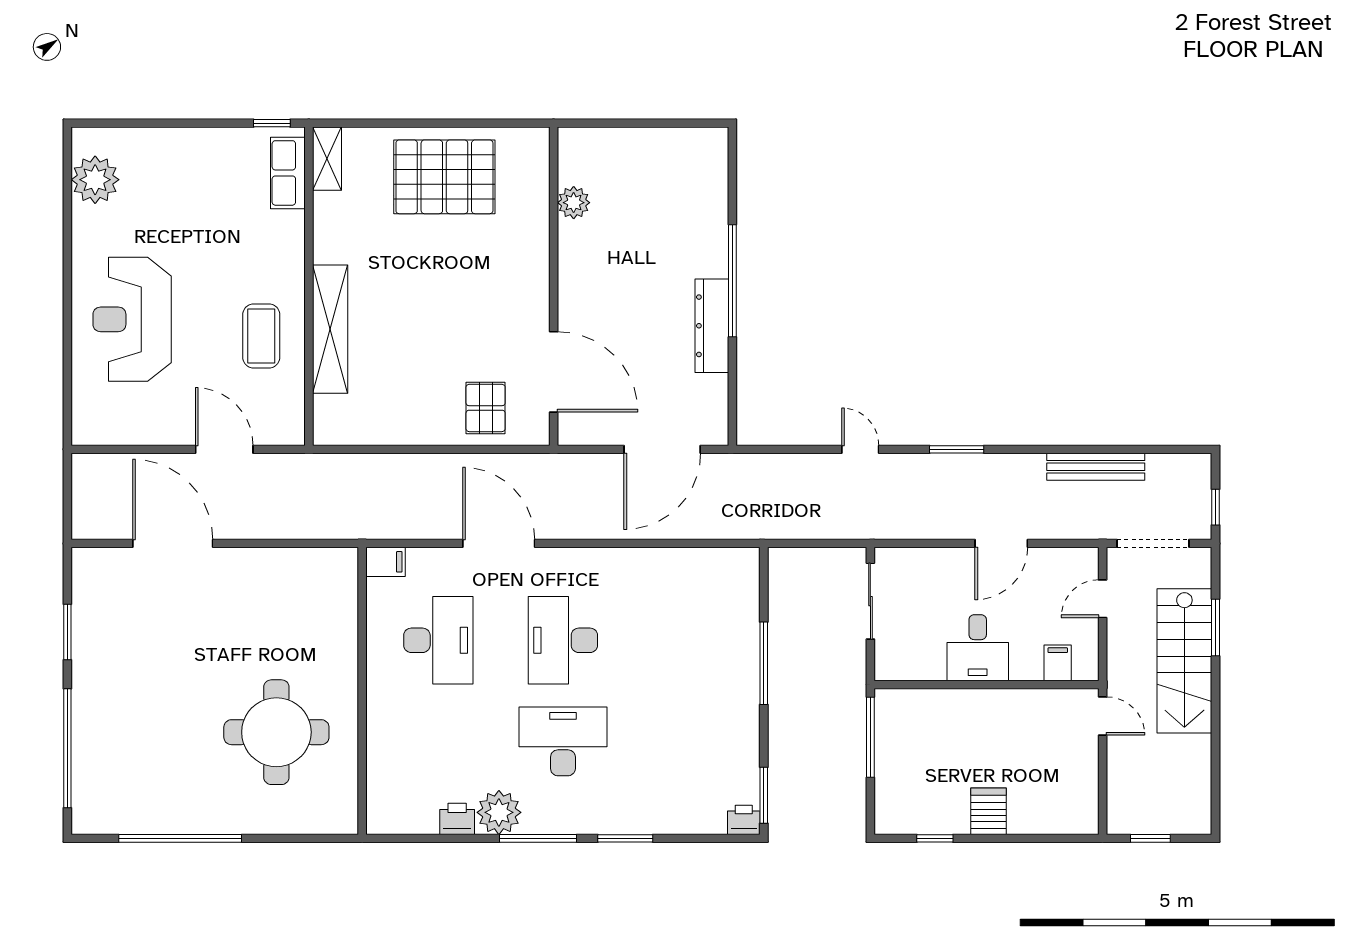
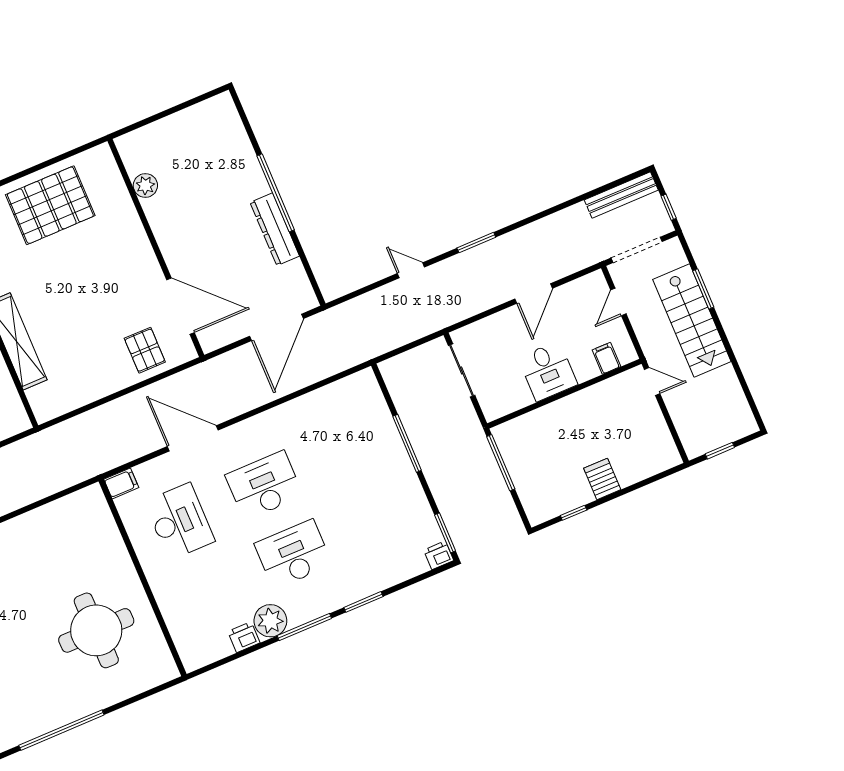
bench: (1096, 467) -> (621, 195), moved
desk: (563, 640) -> (264, 486), turned 90

